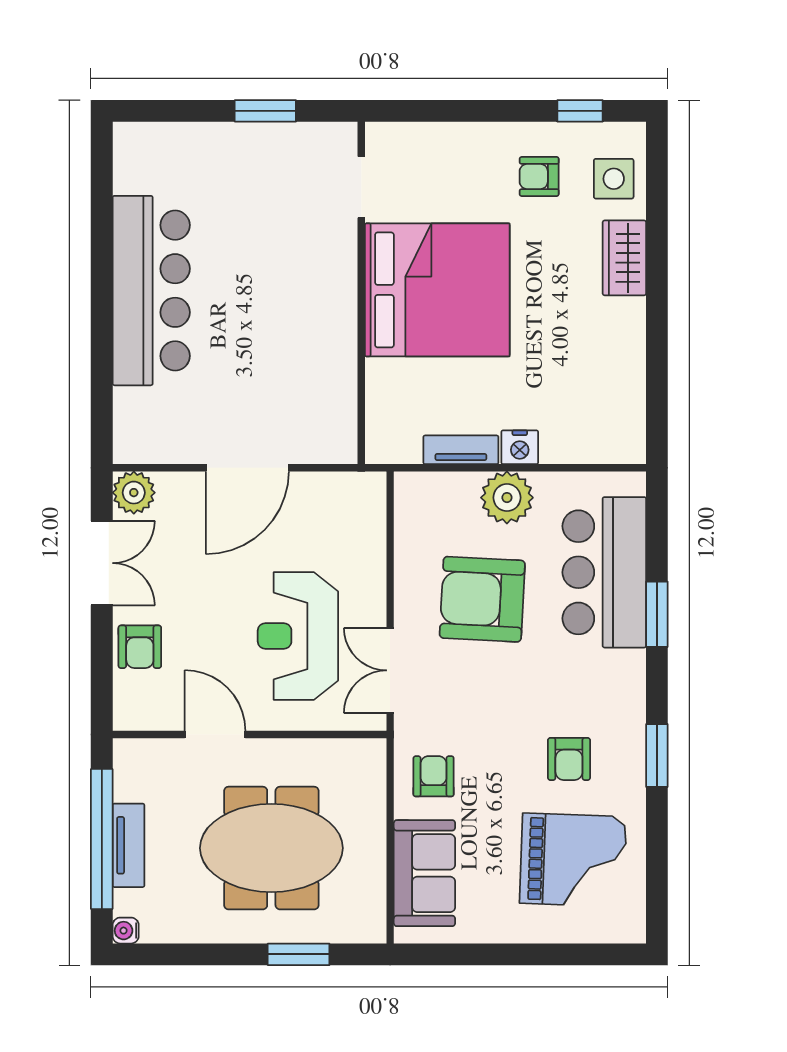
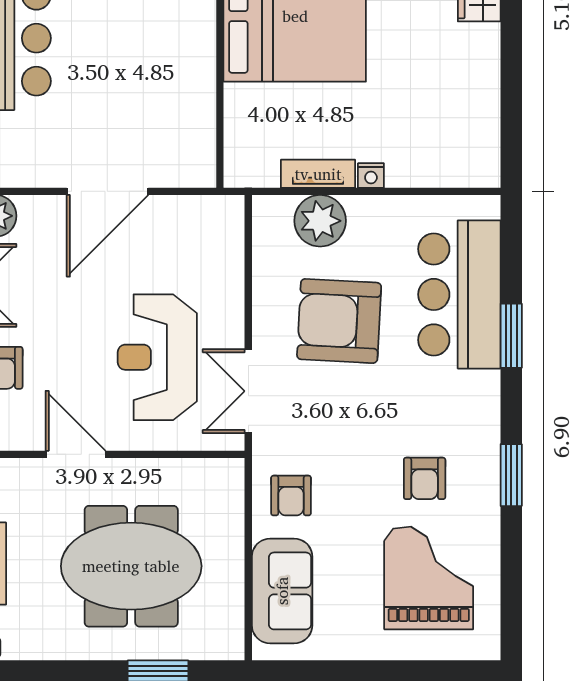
nightstand: (520, 447) -> (371, 176), width x0.72, depth x0.74
plant: (507, 498) -> (320, 221), moved
armchair: (434, 776) -> (291, 496), turned 180
grand piano: (573, 860) -> (429, 578), turned -92

